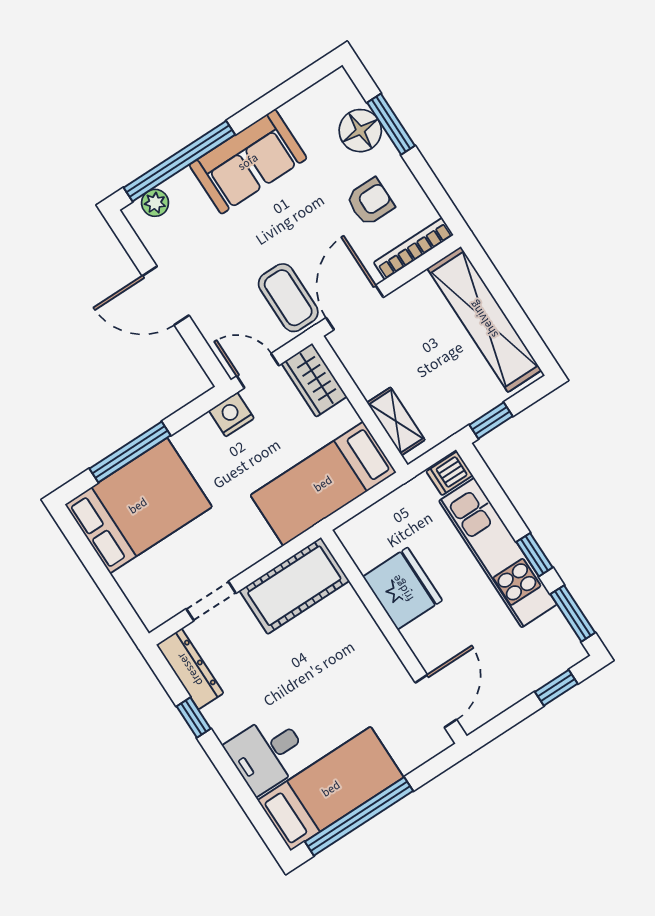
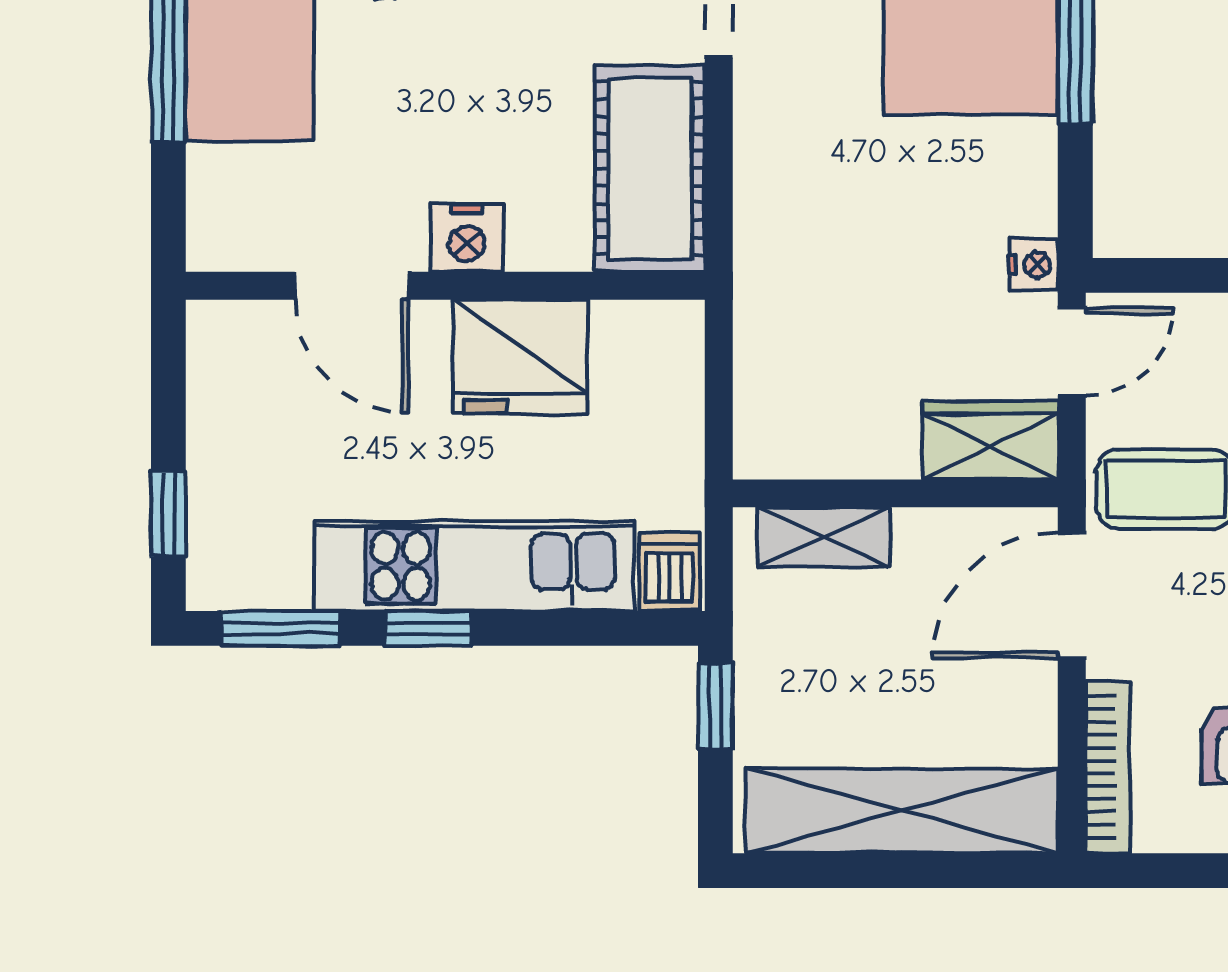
door: (355, 307) -> (1072, 596), swing flipped
nightstand: (231, 414) -> (1033, 265), width x0.72, depth x0.74
bed: (323, 484) -> (797, 337), removed
nightstand: (369, 640) -> (467, 238), added
door: (436, 701) -> (351, 286), moved

